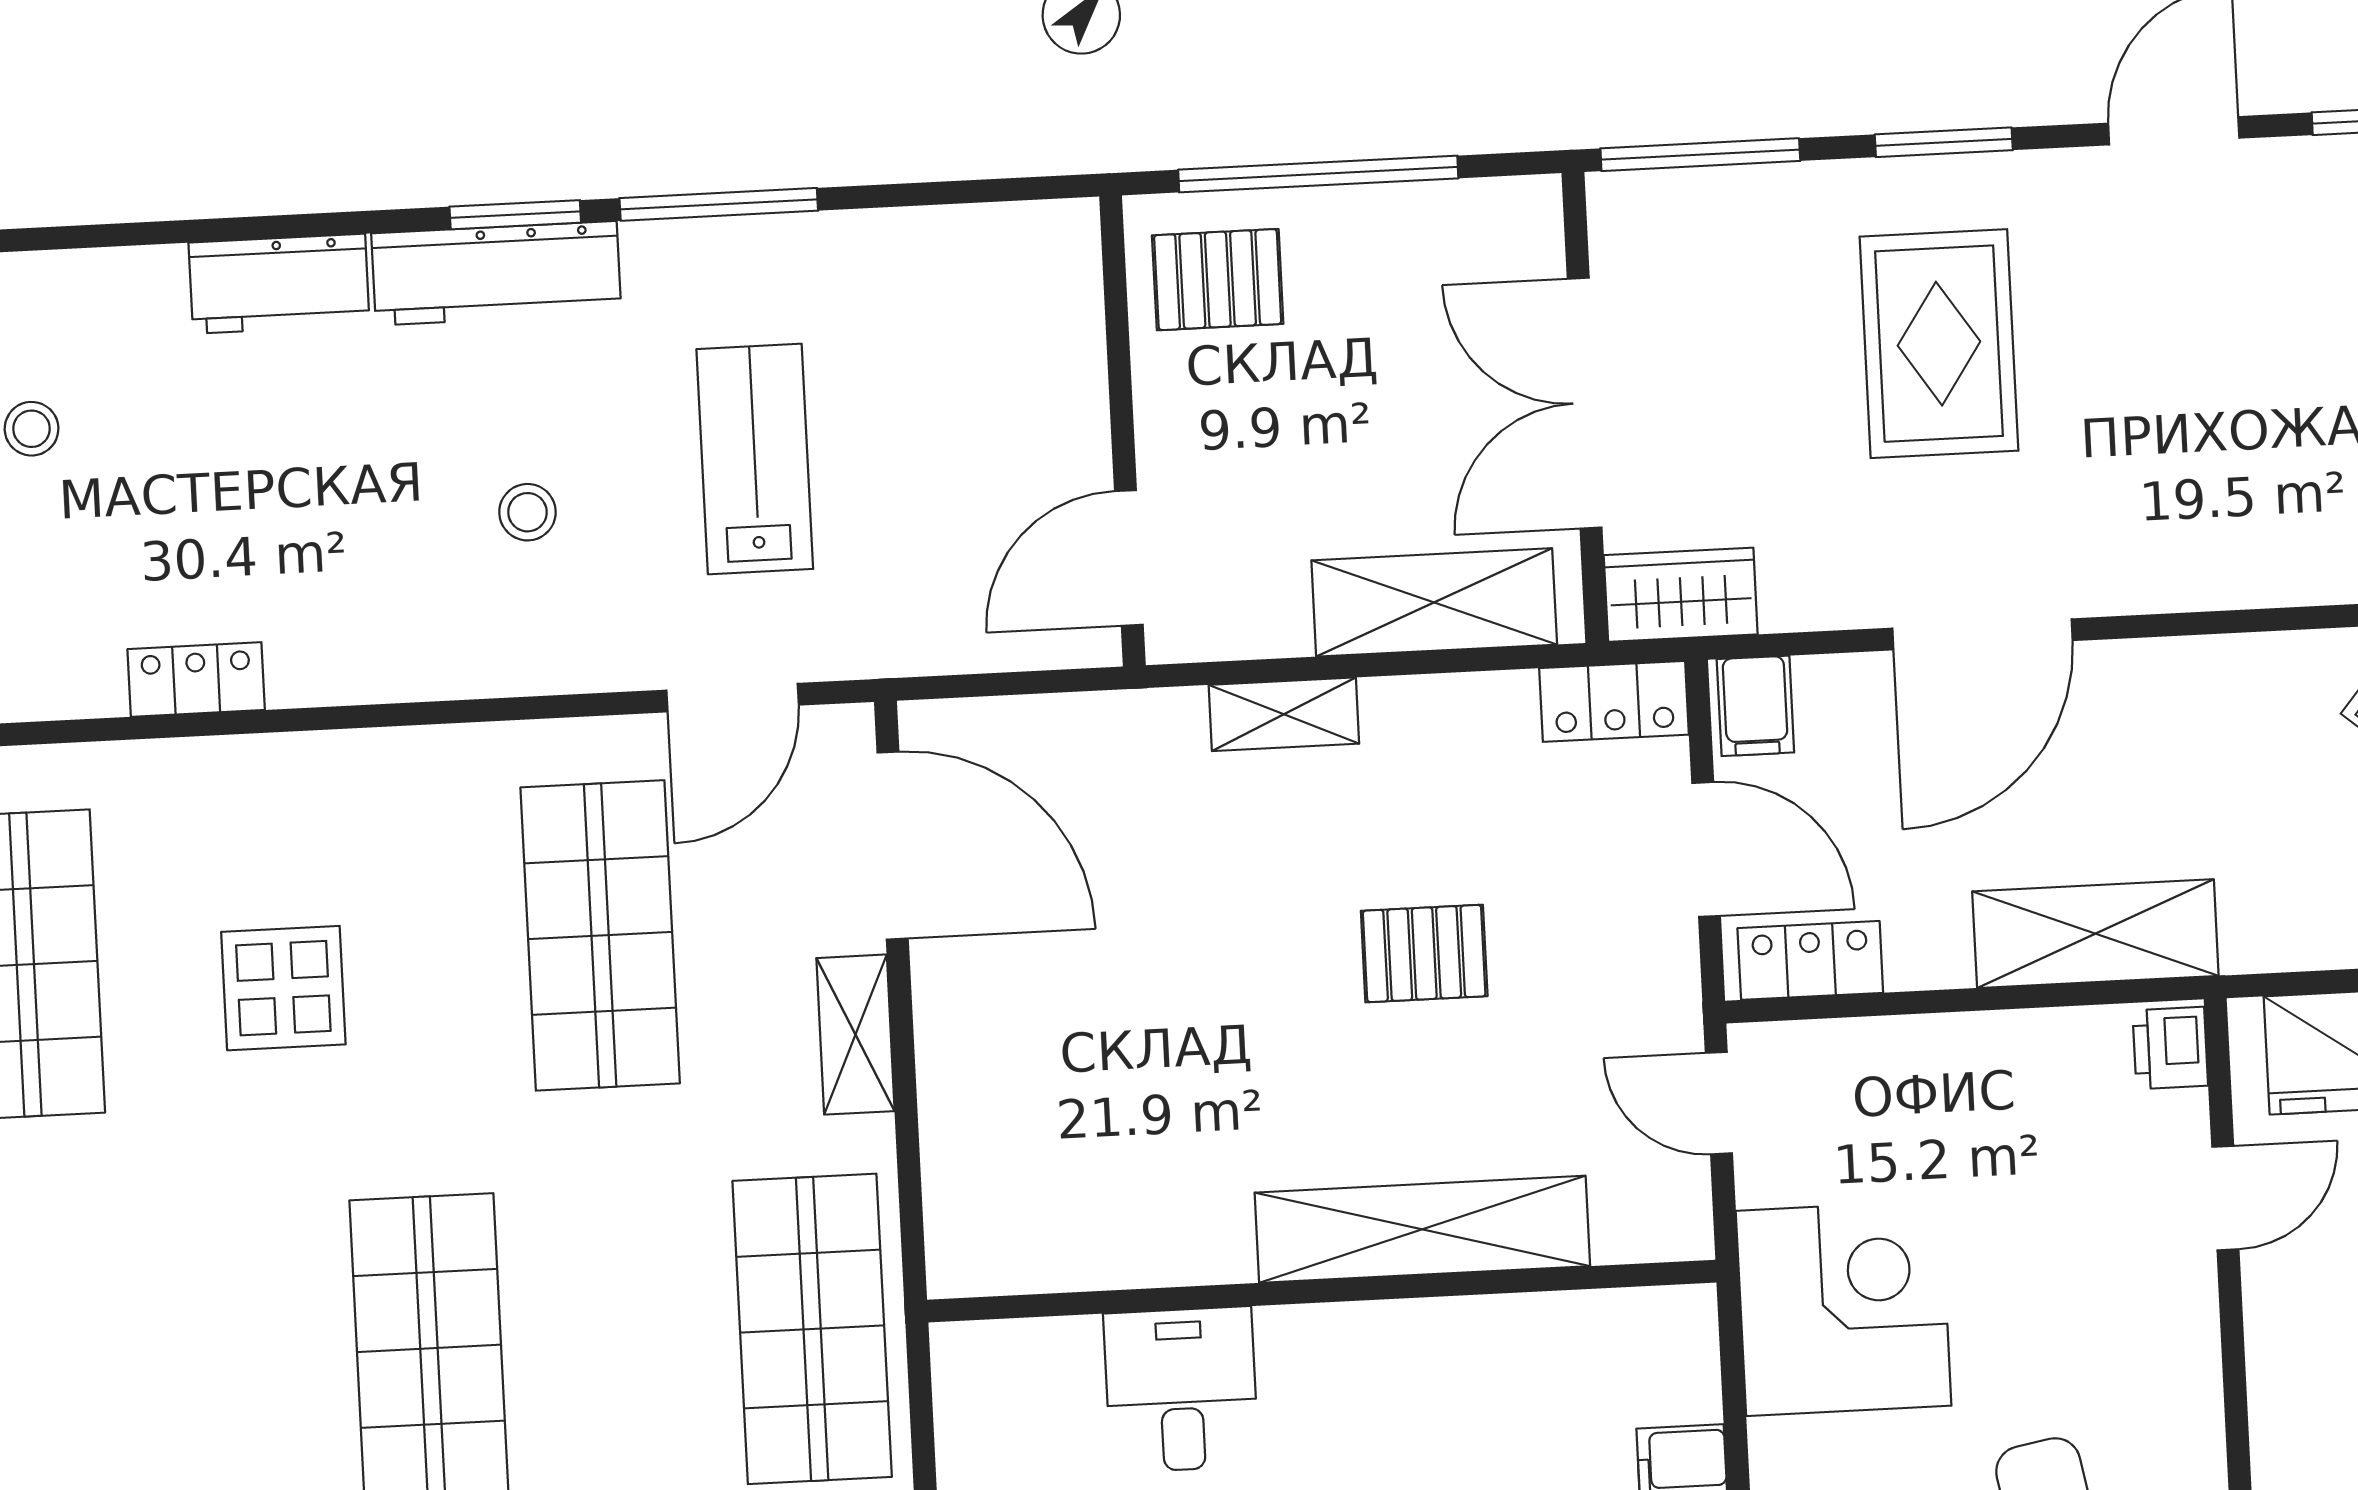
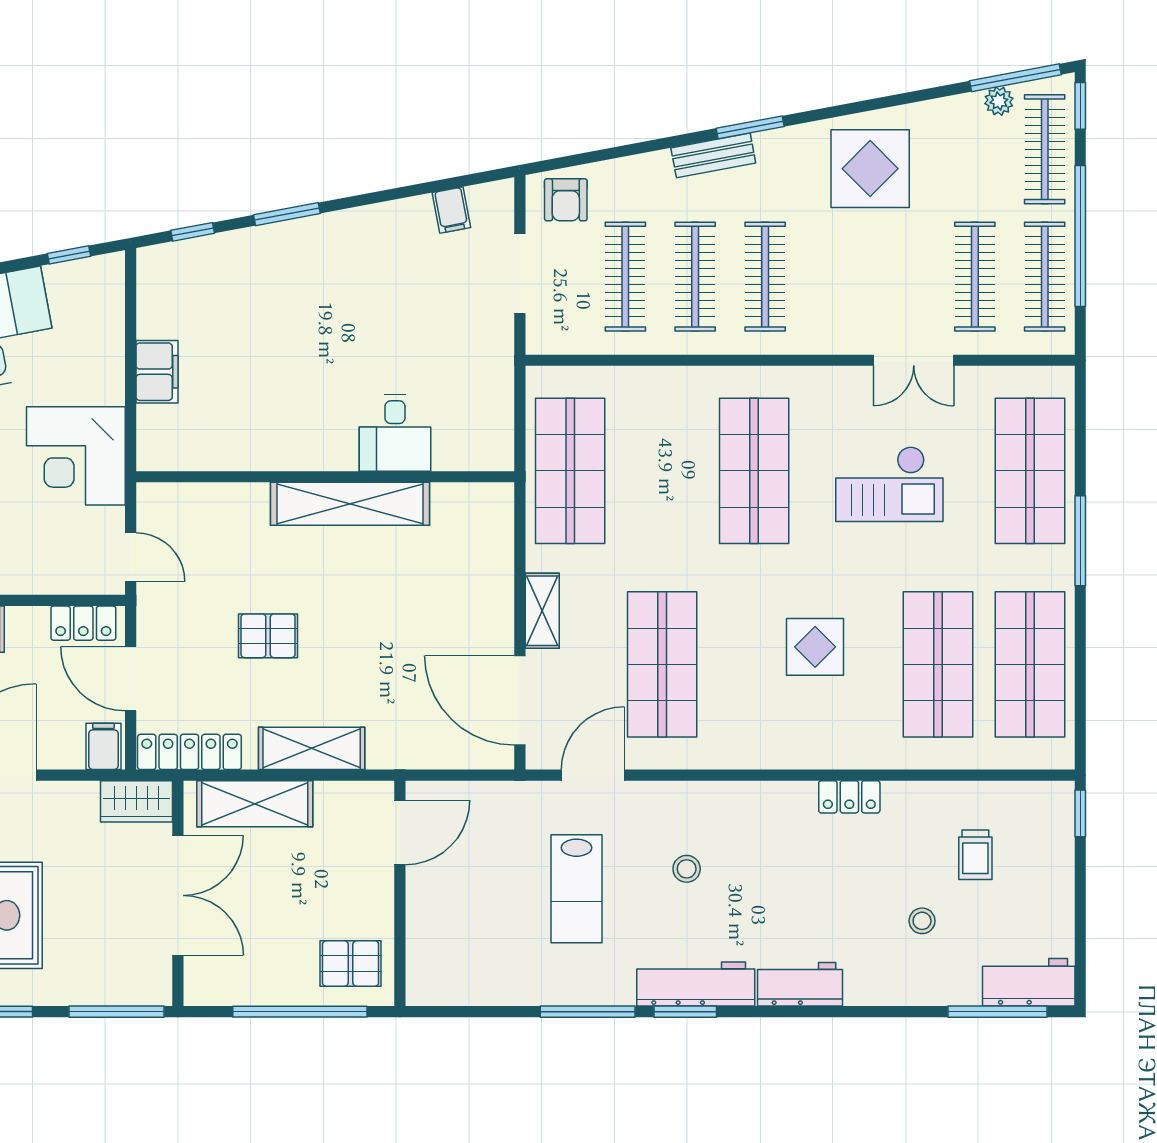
locker: (1614, 701) -> (189, 752), width x1.53
shelving: (1284, 714) -> (312, 748), width x1.50, depth x1.33
shelving: (1422, 1229) -> (350, 504), moved
checkout: (146, 1335) -> (889, 484), added

